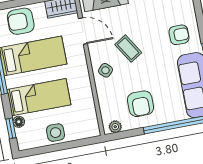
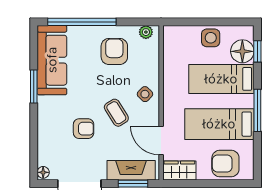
armchair: (21, 21) -> (225, 163), turned 180
armchair: (179, 35) -> (84, 129), moved, turned 180
floor lamp: (19, 122) -> (242, 51), width x1.89, depth x1.89

